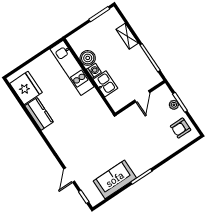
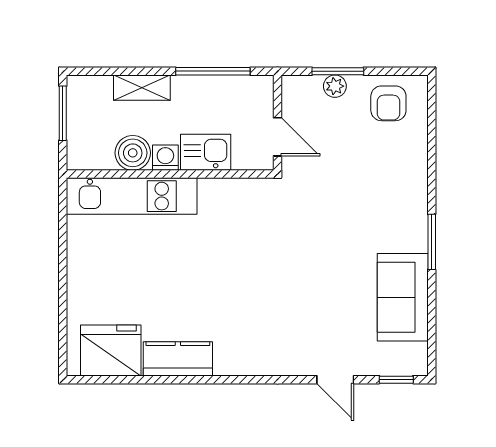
boiler: (88, 58) -> (133, 153), moved
kitchen unit: (72, 68) -> (132, 196), moved
washing machine: (94, 71) -> (165, 158), moved
wall: (89, 76) -> (170, 174), moved
kitchen sink: (105, 84) -> (206, 152), moved

